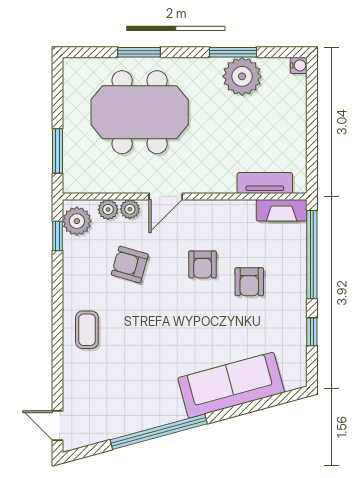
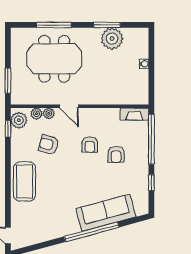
window: (139, 52) -> (54, 25), width x1.44
water cooler: (299, 65) -> (144, 64), moved
tv unit: (265, 183) -> (125, 99), removed
door: (166, 196) -> (69, 106), hinge flipped
coffee table: (87, 330) -> (25, 181), width x1.86, depth x1.72
window: (159, 432) -> (92, 232), moved

